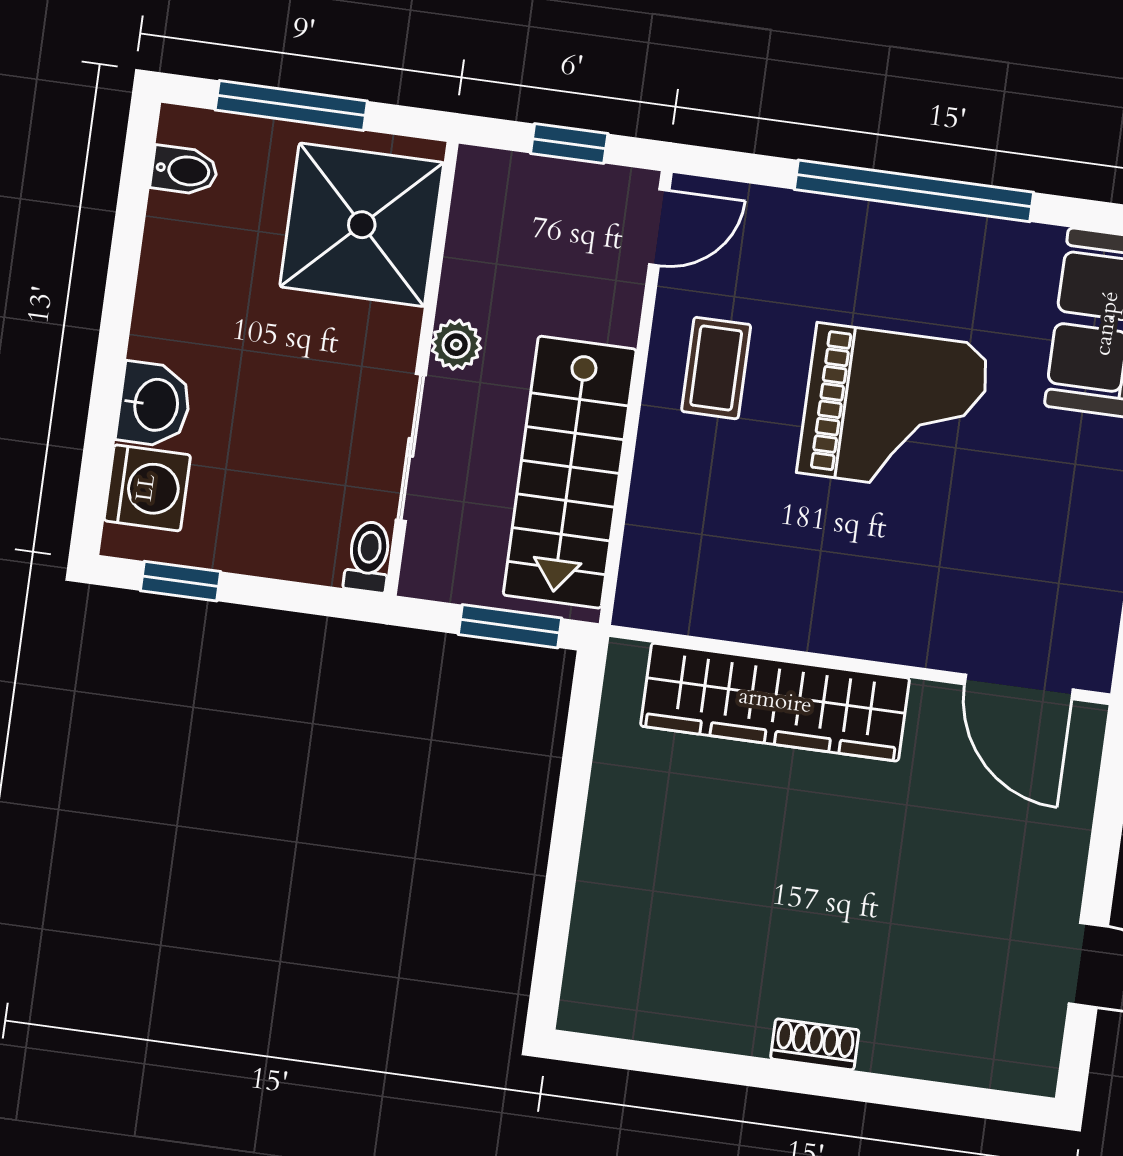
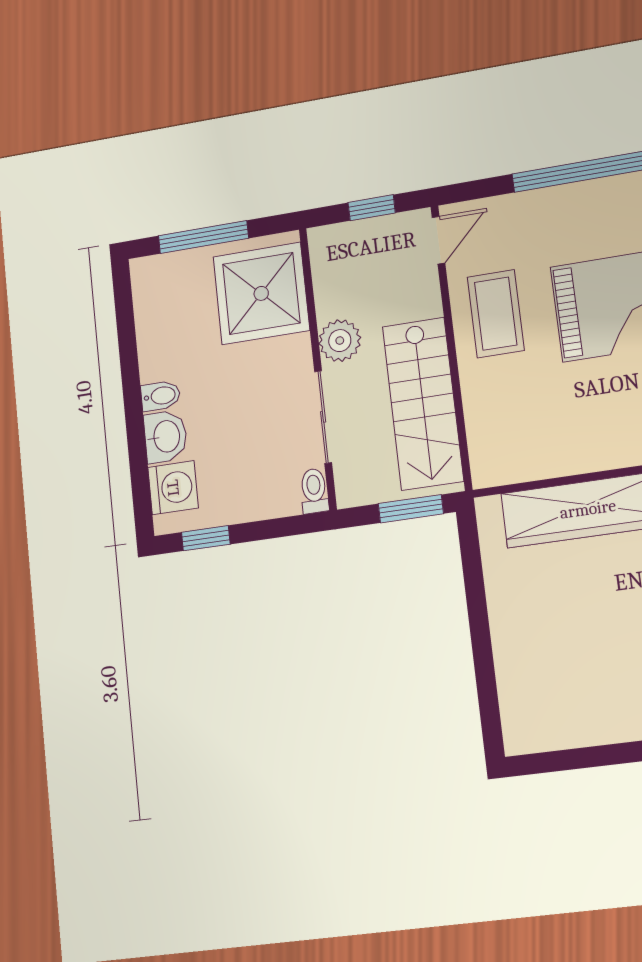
bidet: (184, 170) -> (160, 396), moved
plant: (456, 345) -> (340, 341), width x1.38, depth x1.38
coffee table: (716, 368) -> (496, 314), width x1.36, depth x1.30

